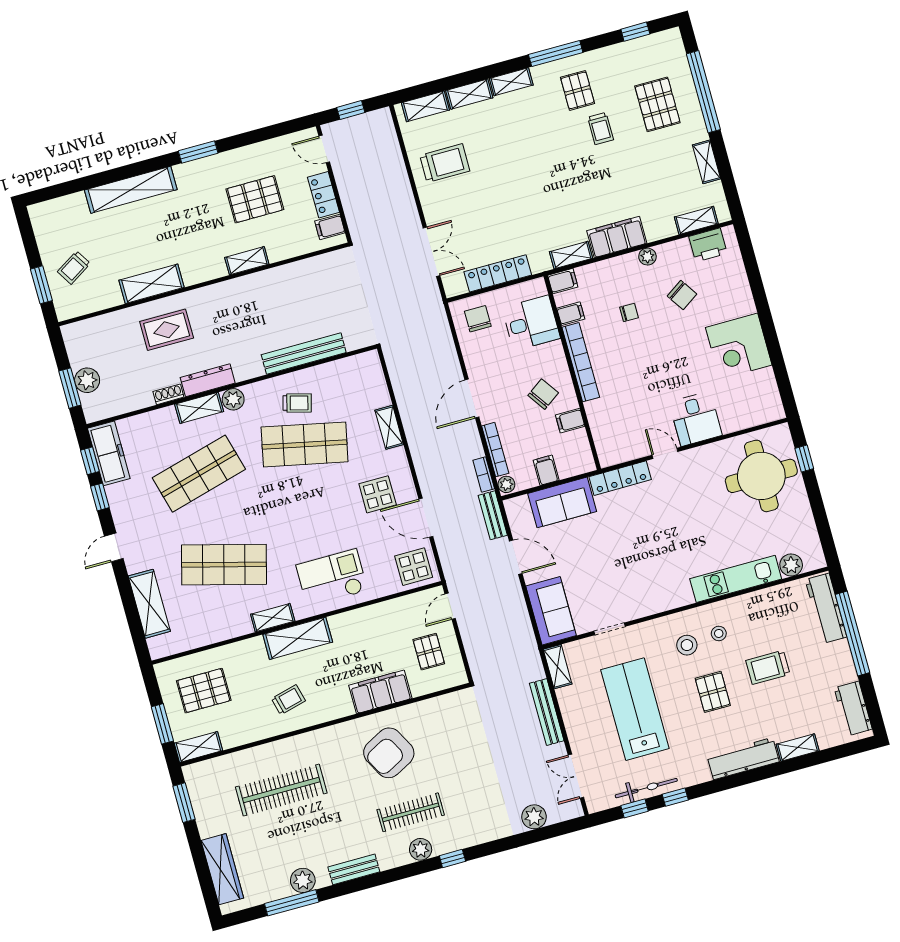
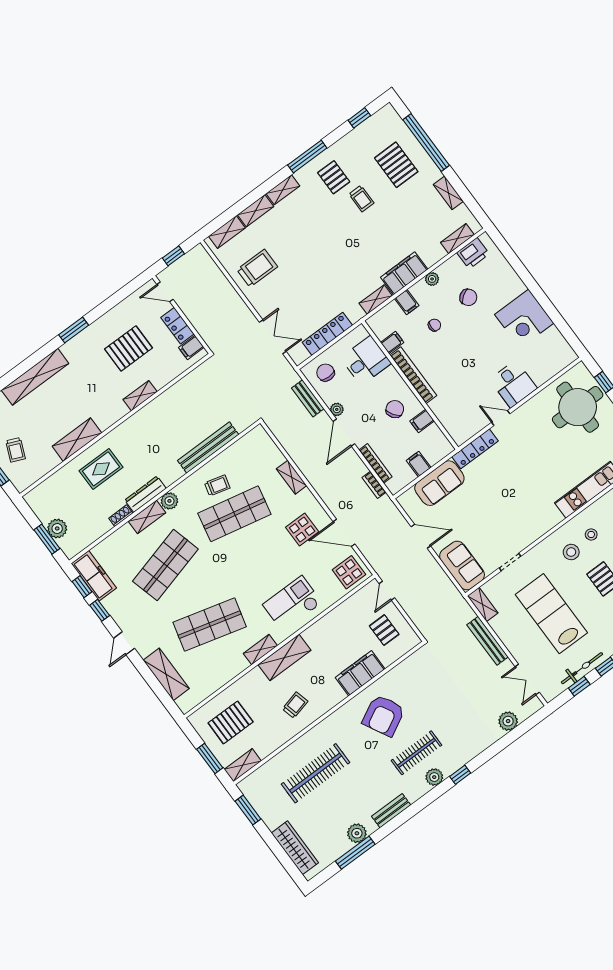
trolley: (74, 268) -> (16, 450), turned -35
filing cabinet: (563, 281) -> (407, 302), moved, turned 90
plant: (506, 484) -> (337, 409), moved
bench: (493, 515) -> (308, 398), moved

